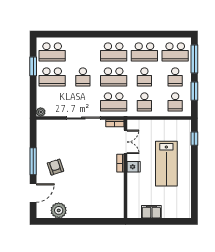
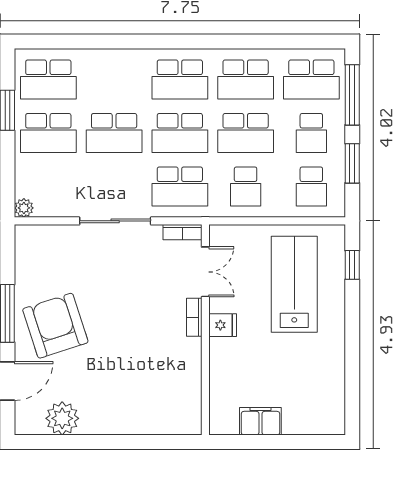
school desk: (83, 77) -> (114, 133), width x1.85
school desk: (144, 77) -> (246, 133), width x1.85
lab bench: (166, 164) -> (294, 284), moved, turned 180
armchair: (55, 167) -> (55, 326), width x1.88, depth x1.88

